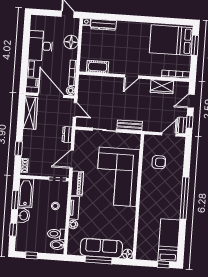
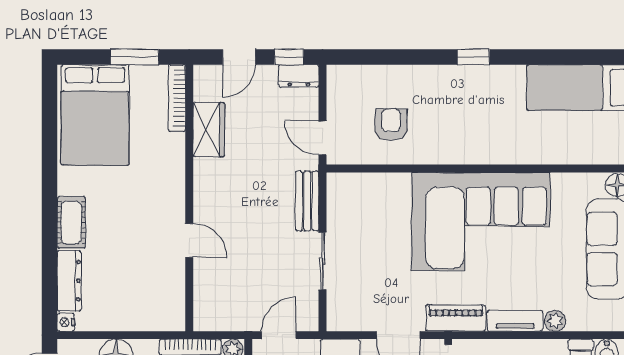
window: (195, 45) -> (135, 57), moved
cot: (98, 67) -> (71, 222), moved
door: (131, 76) -> (189, 241), moved
door: (191, 101) -> (239, 57), hinge flipped
door: (169, 134) -> (323, 138), moved
corner sofa: (118, 177) -> (481, 221), moved
window: (184, 198) -> (473, 57), width x0.32

